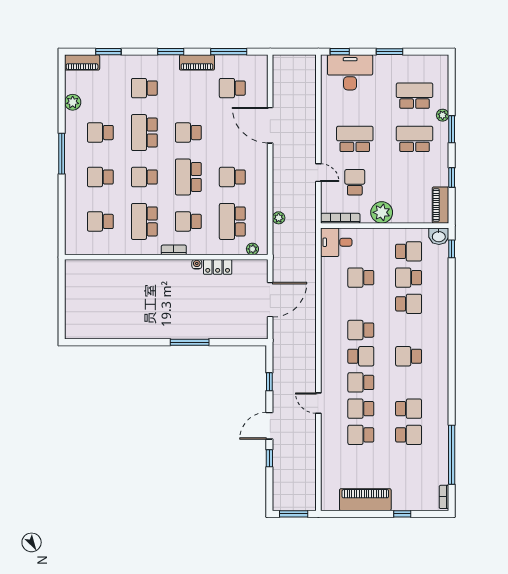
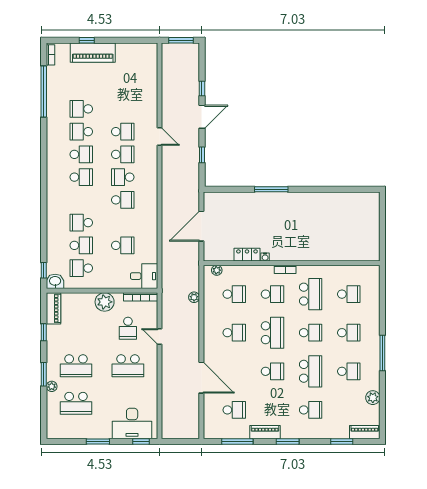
school desk: (232, 221) -> (234, 294), width x0.54
school desk: (361, 435) -> (81, 154), moved
piano: (365, 500) -> (93, 53), moved

